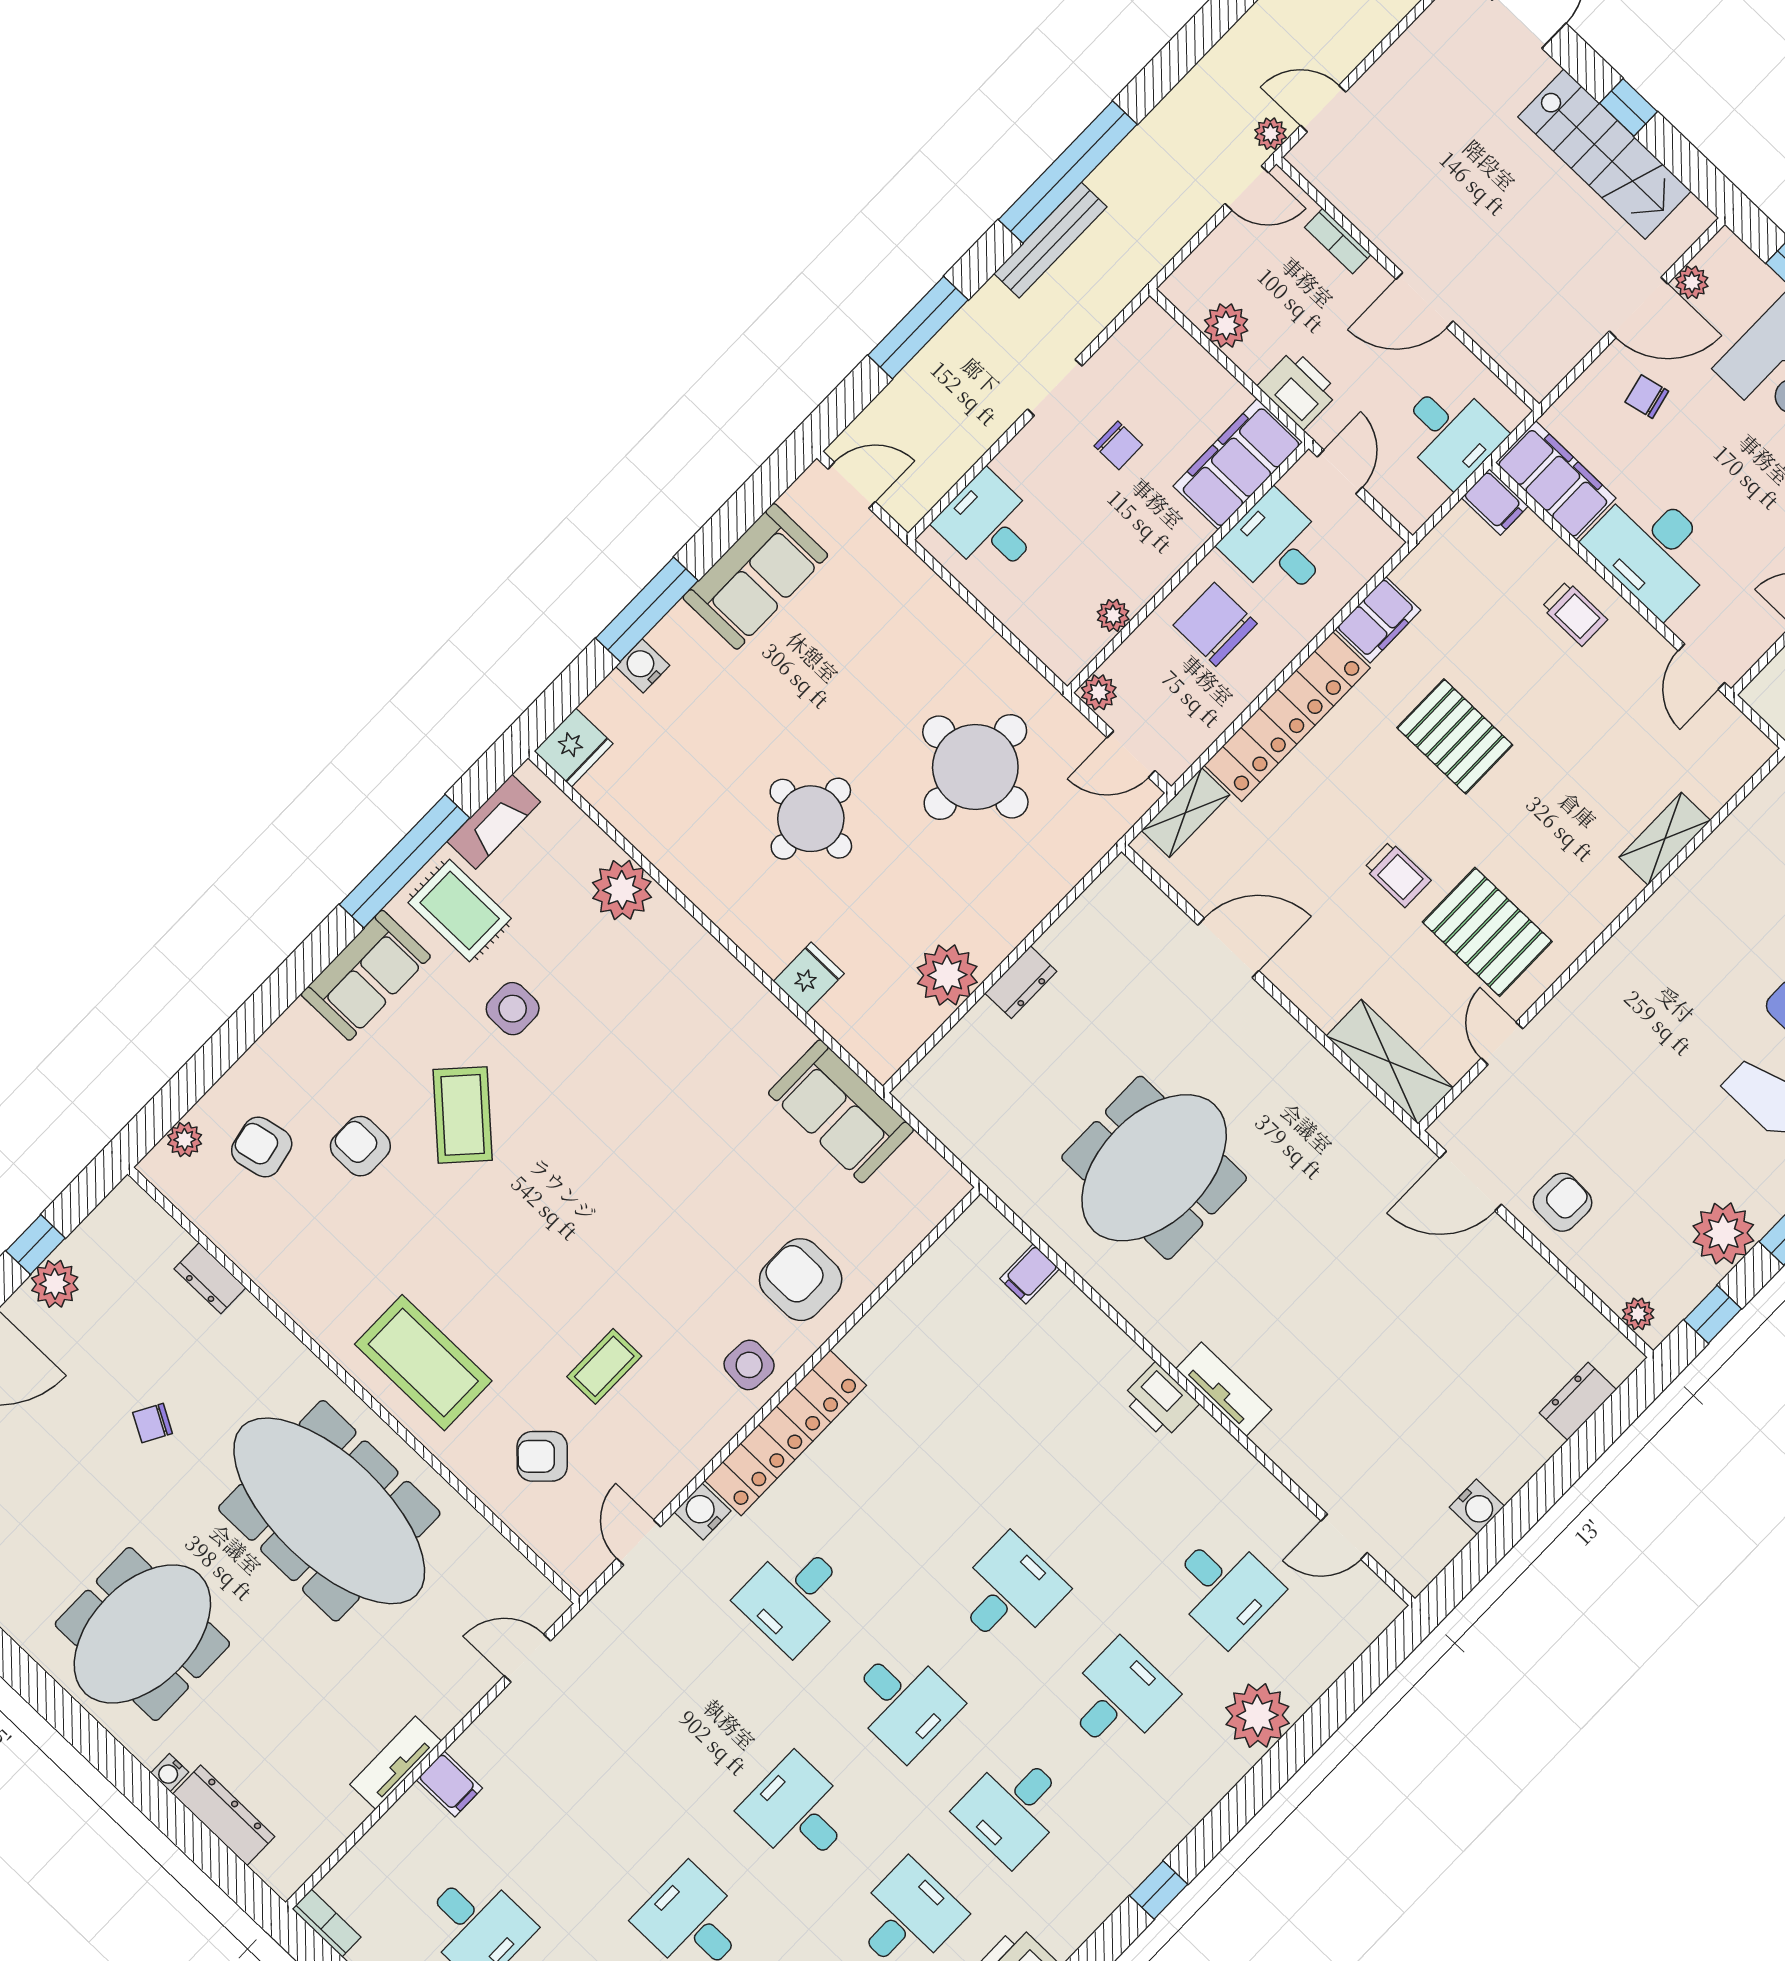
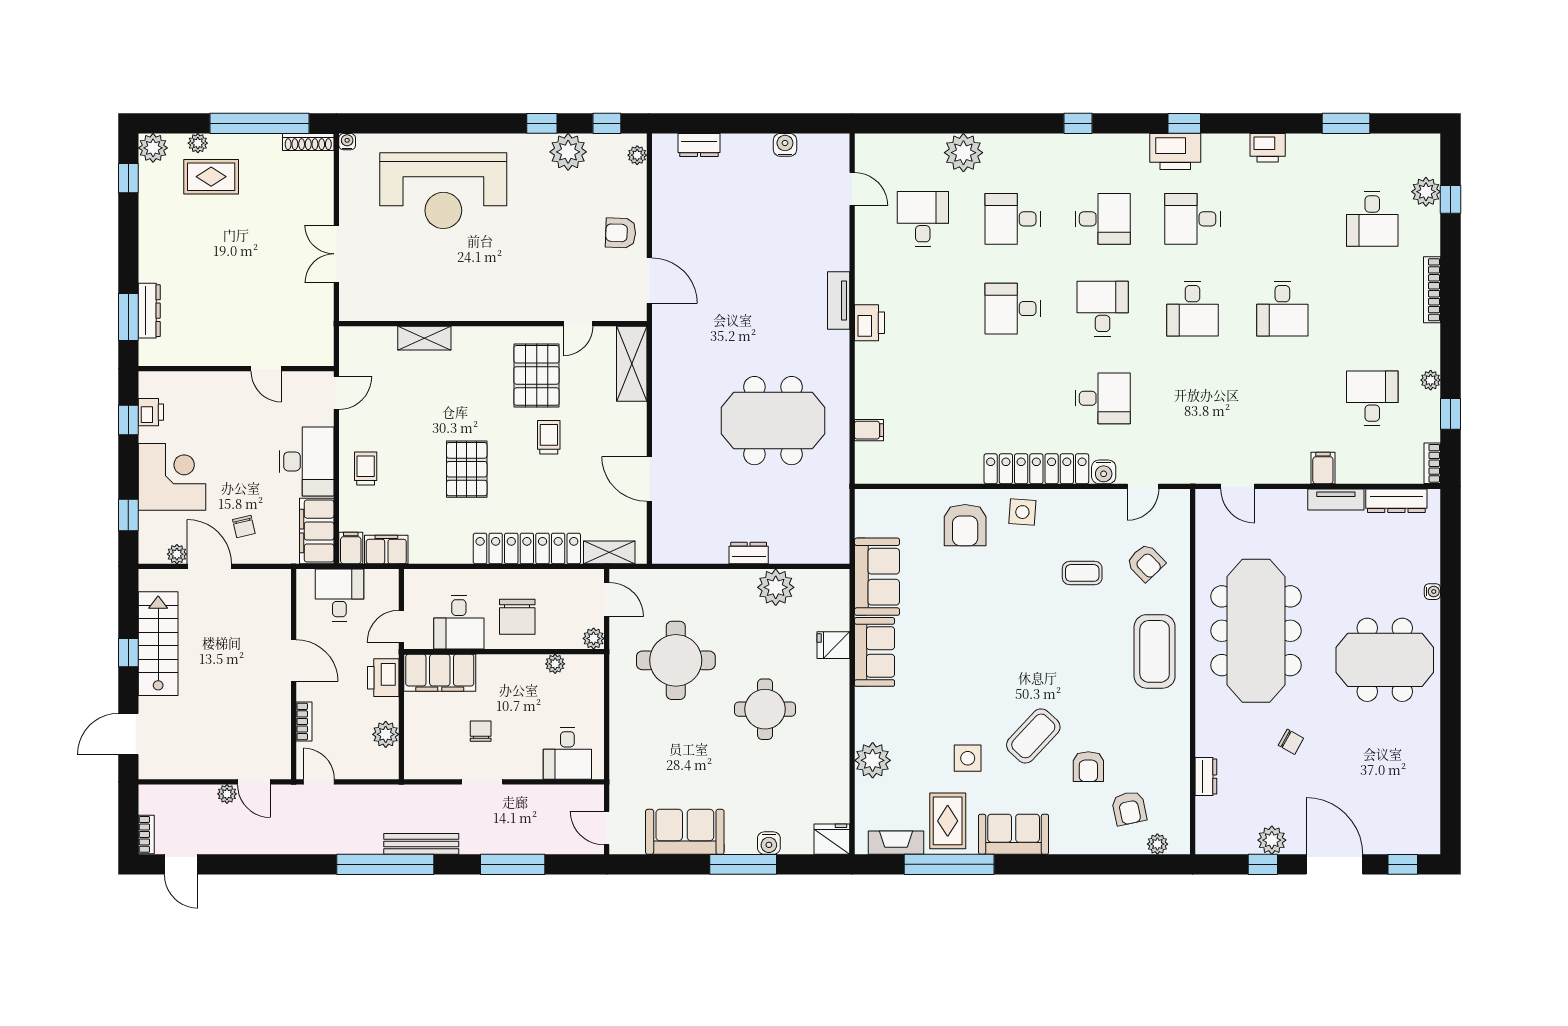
plant: (1271, 134) -> (227, 794), moved
filing cabinet: (1378, 620) -> (386, 550), moved
sofa: (752, 1020) -> (875, 652), added
dresser: (224, 1815) -> (1396, 501), moved, turned -90

